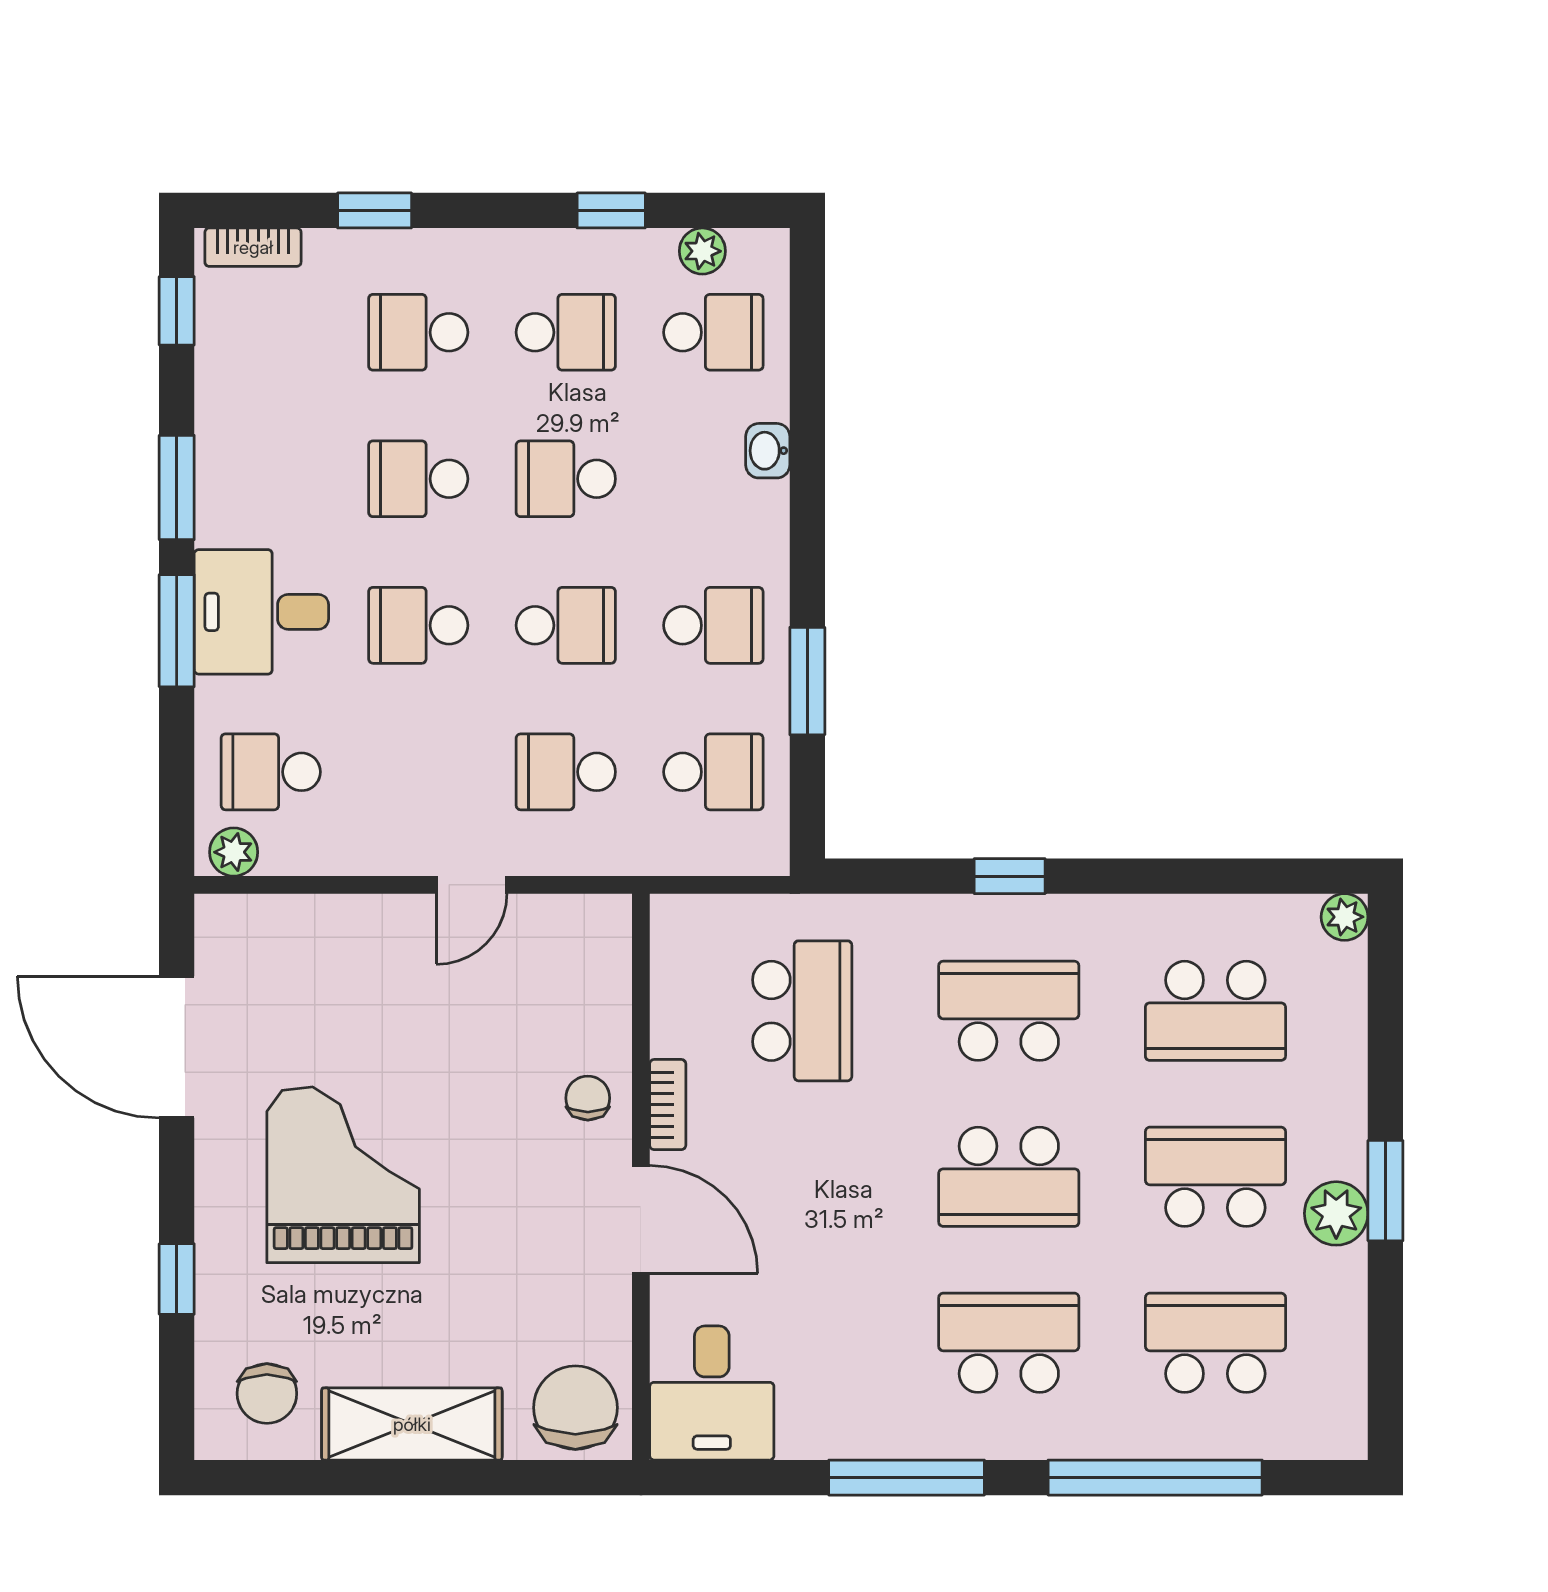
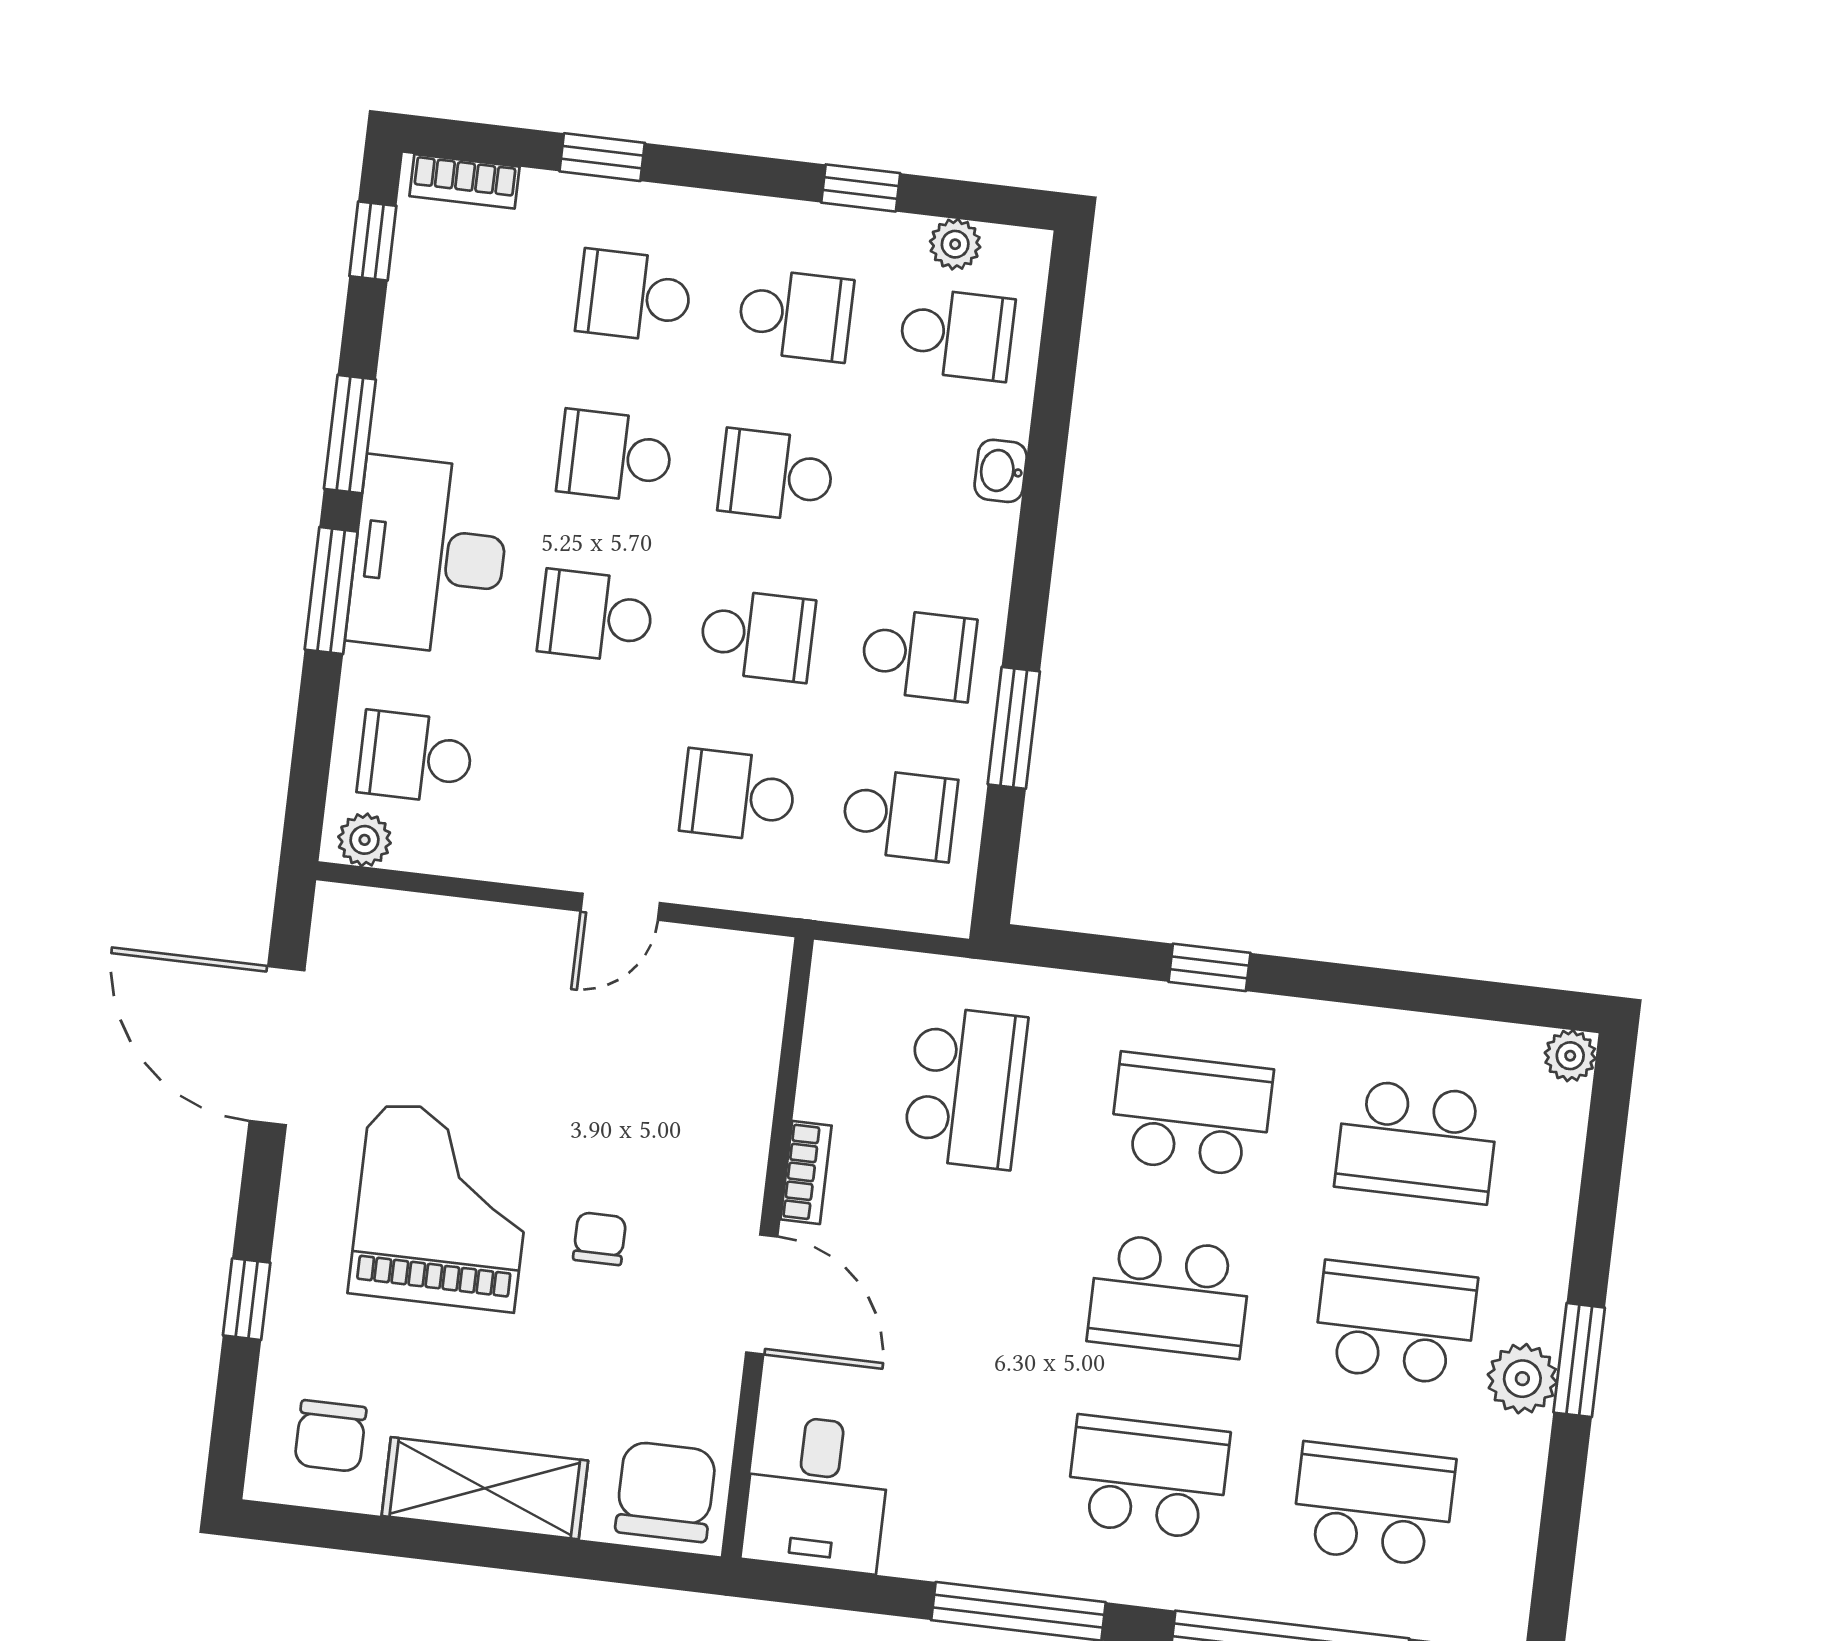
desk: (261, 612) -> (429, 556), width x1.37
chair: (588, 1098) -> (600, 1239), moved

